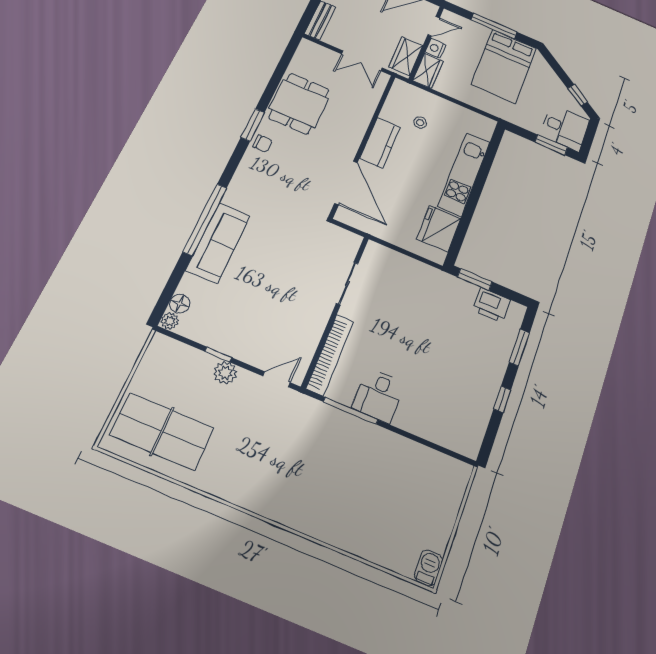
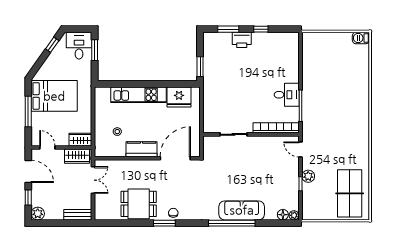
nightstand: (435, 48) -> (63, 141), removed
printer: (492, 305) -> (242, 40), moved, turned 90

